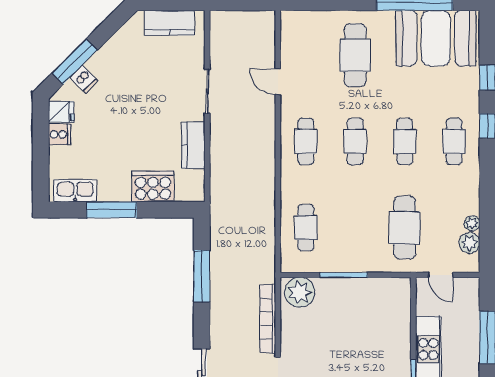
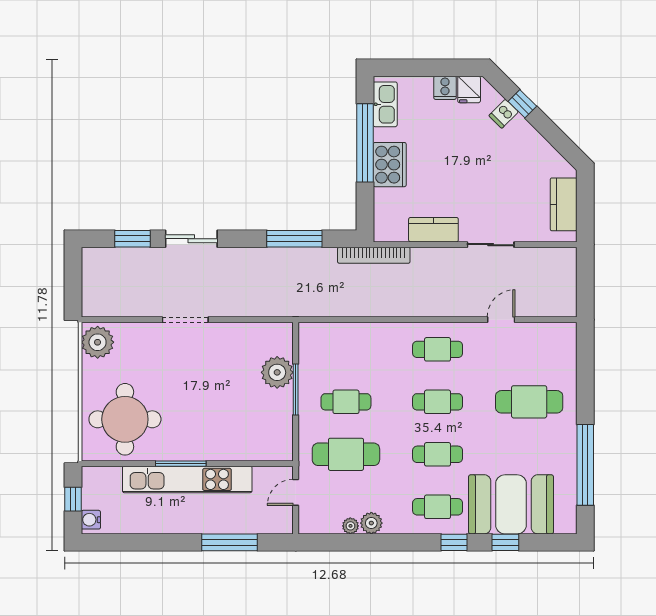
booth: (436, 38) -> (511, 504), moved, turned 90
window: (75, 62) -> (522, 104), width x0.46
cooker: (153, 186) -> (390, 165), moved
window: (111, 210) -> (365, 143), width x1.46
cafe table: (306, 228) -> (346, 402), moved
plant: (469, 243) -> (371, 523), moved
plant: (300, 292) -> (277, 372), moved
bookcase: (268, 319) -> (374, 255), moved, turned 180

